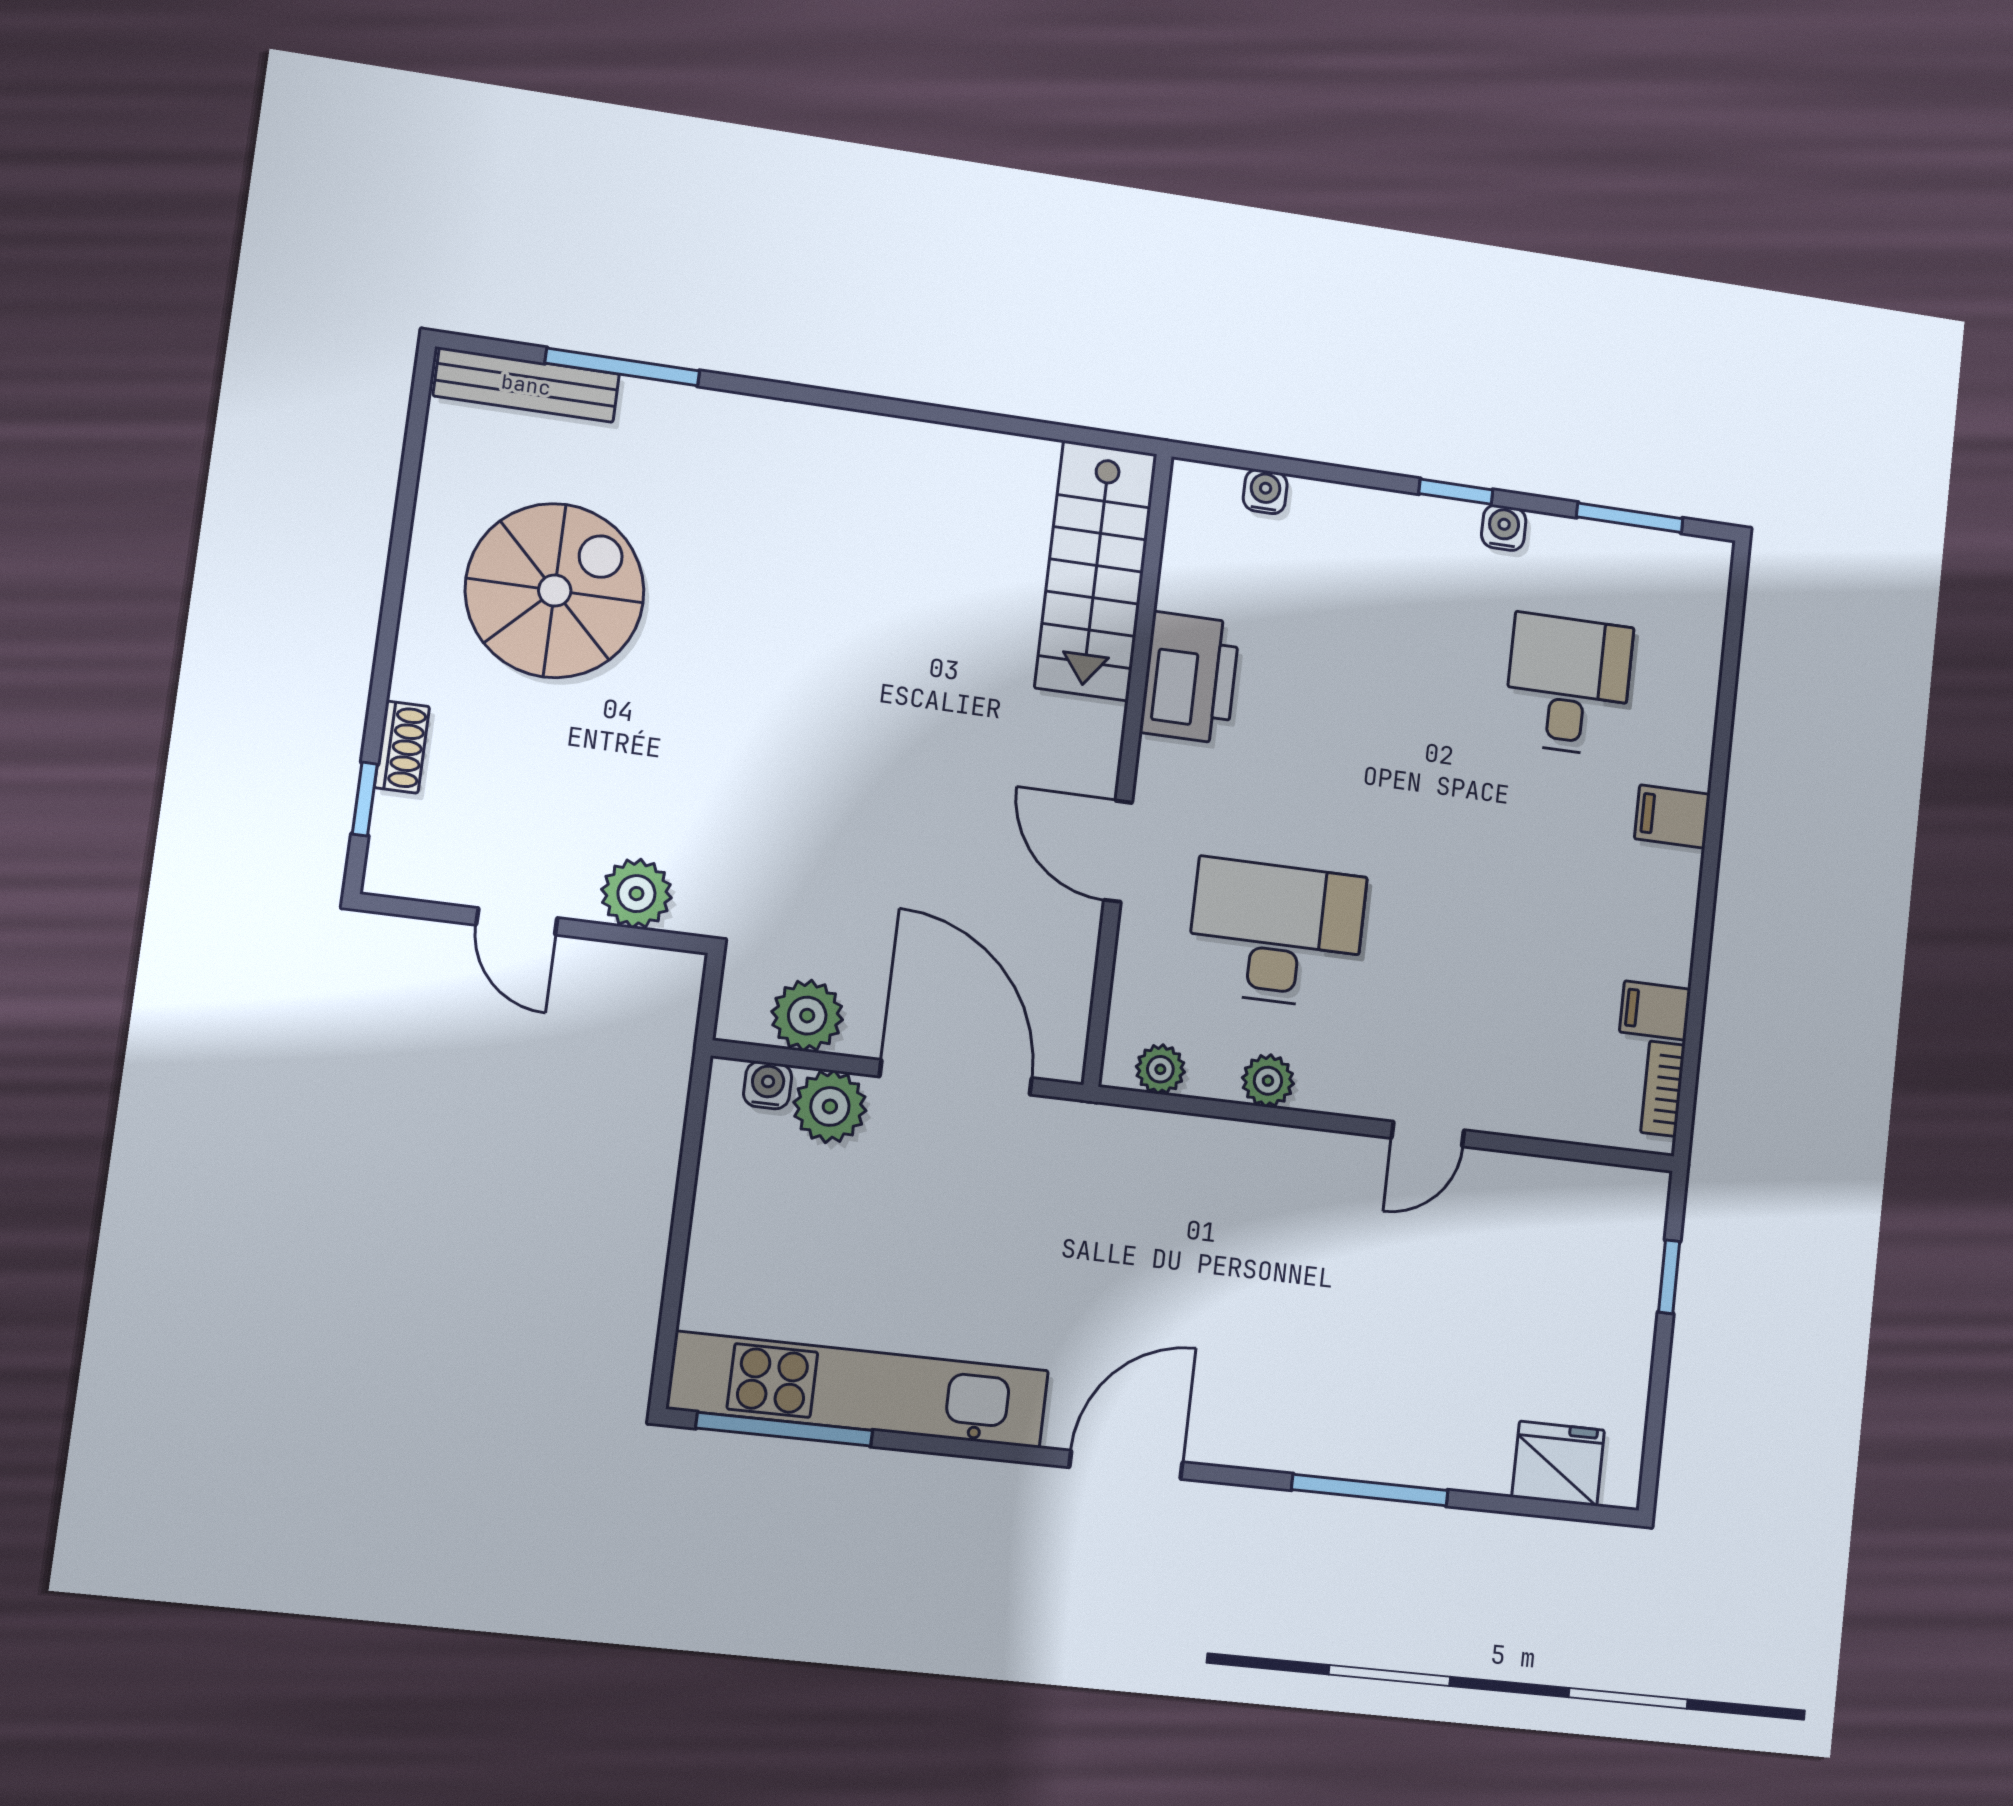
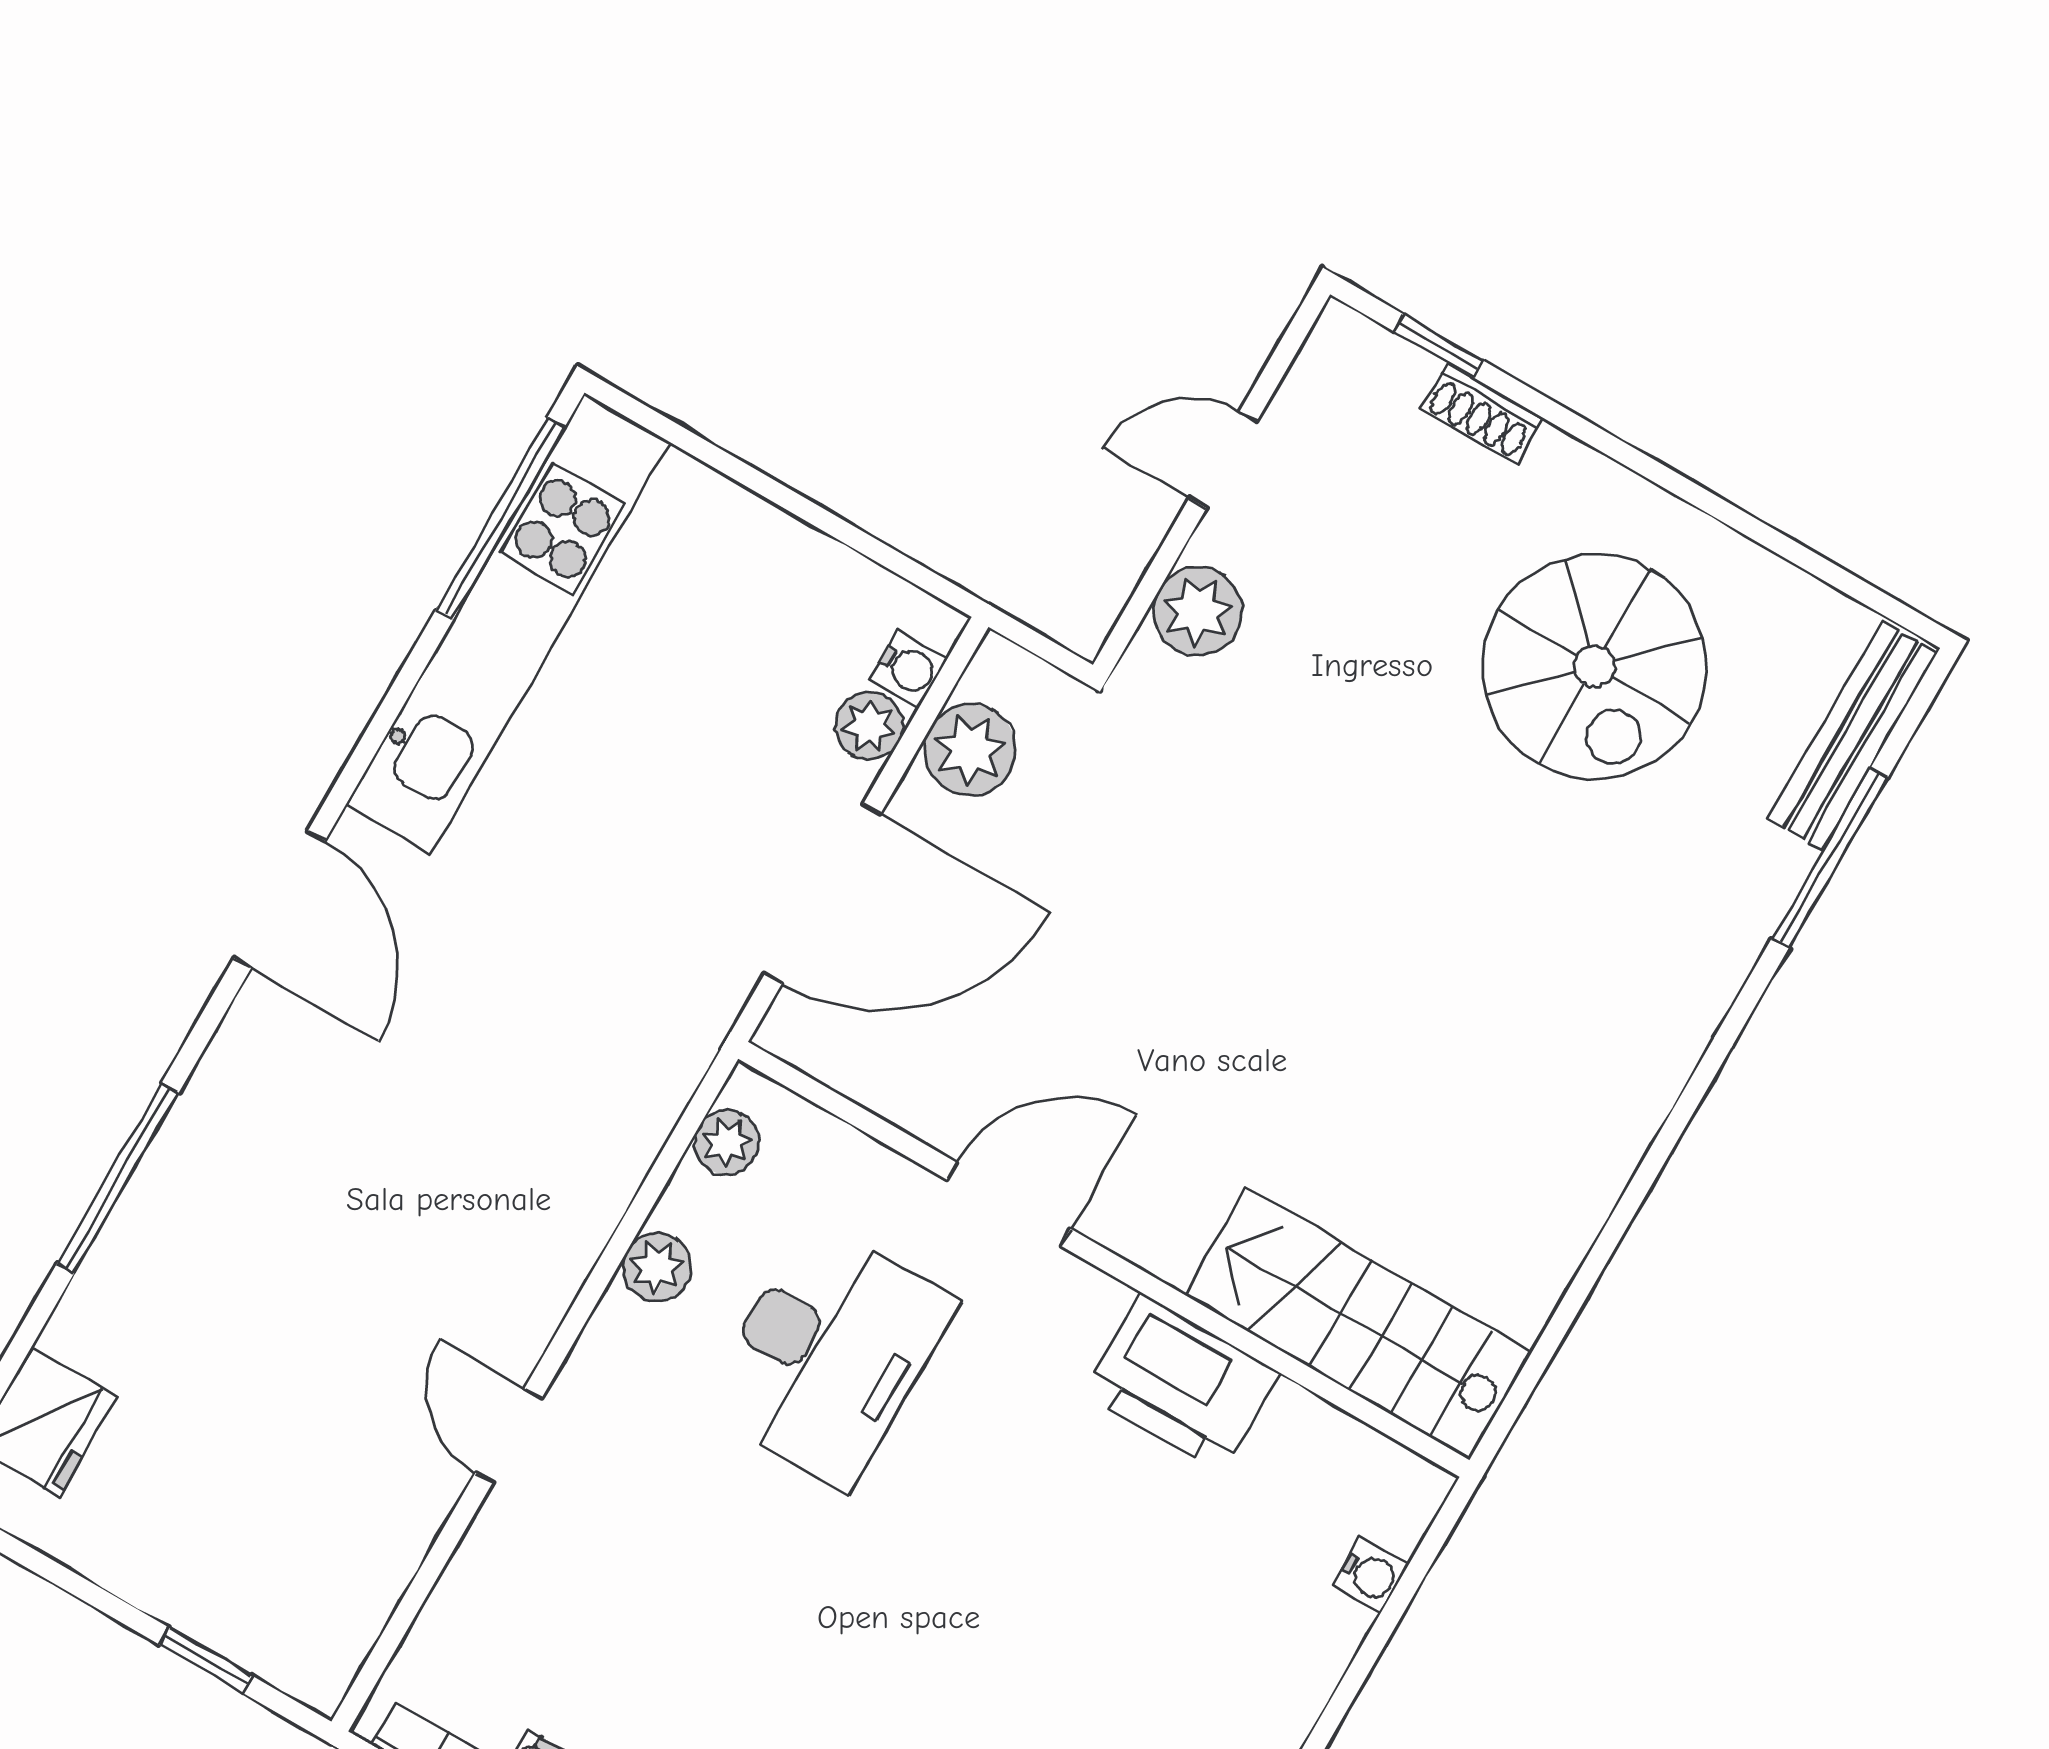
plant: (830, 1106) -> (869, 726), width x0.73, depth x0.73

